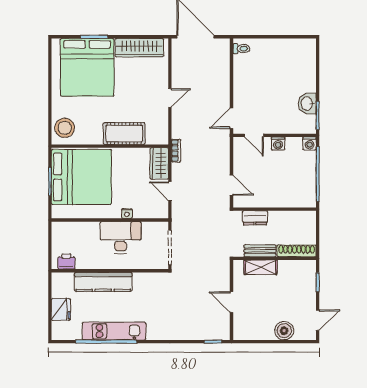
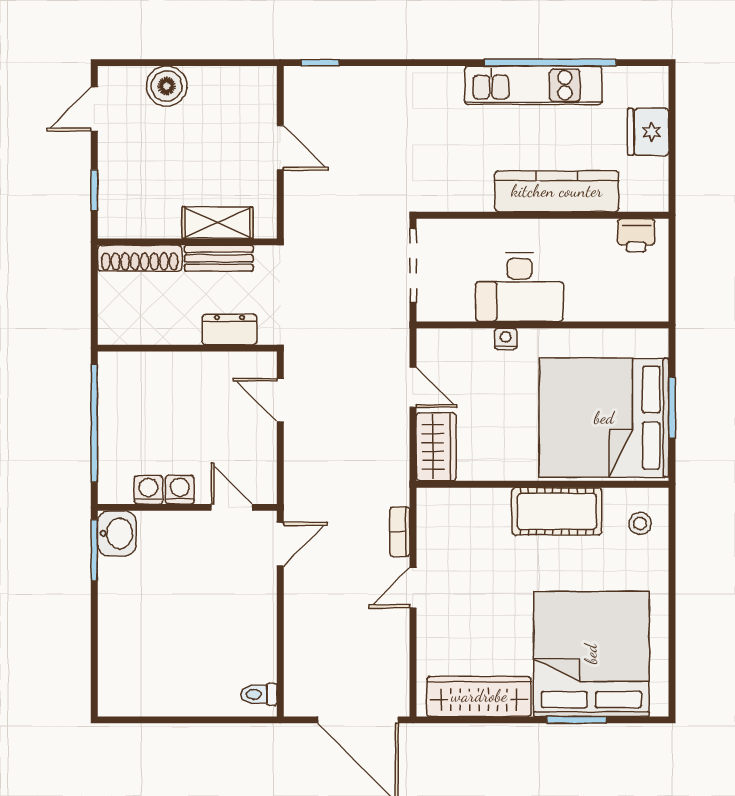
washbasin: (307, 104) -> (117, 533), moved
stool: (65, 128) -> (640, 523), width x0.53, depth x0.53
cot: (124, 133) -> (557, 511), moved
washing machine: (310, 143) -> (148, 490), moved
bookcase: (176, 151) -> (400, 532), moved

